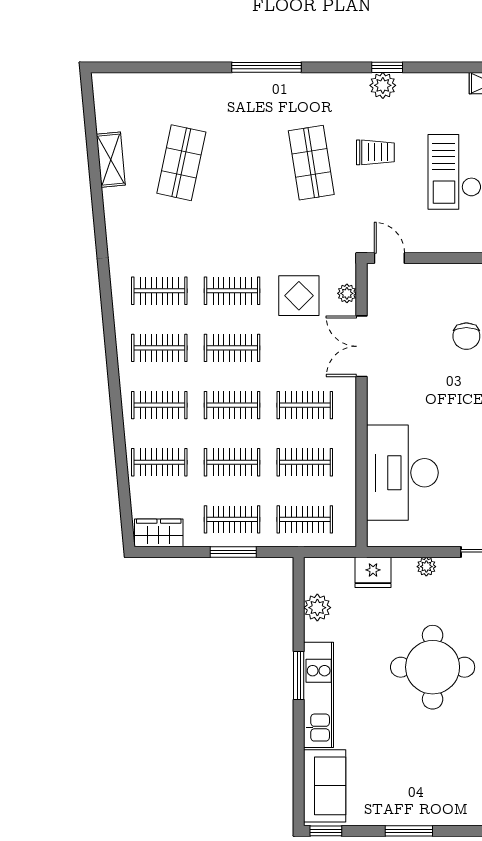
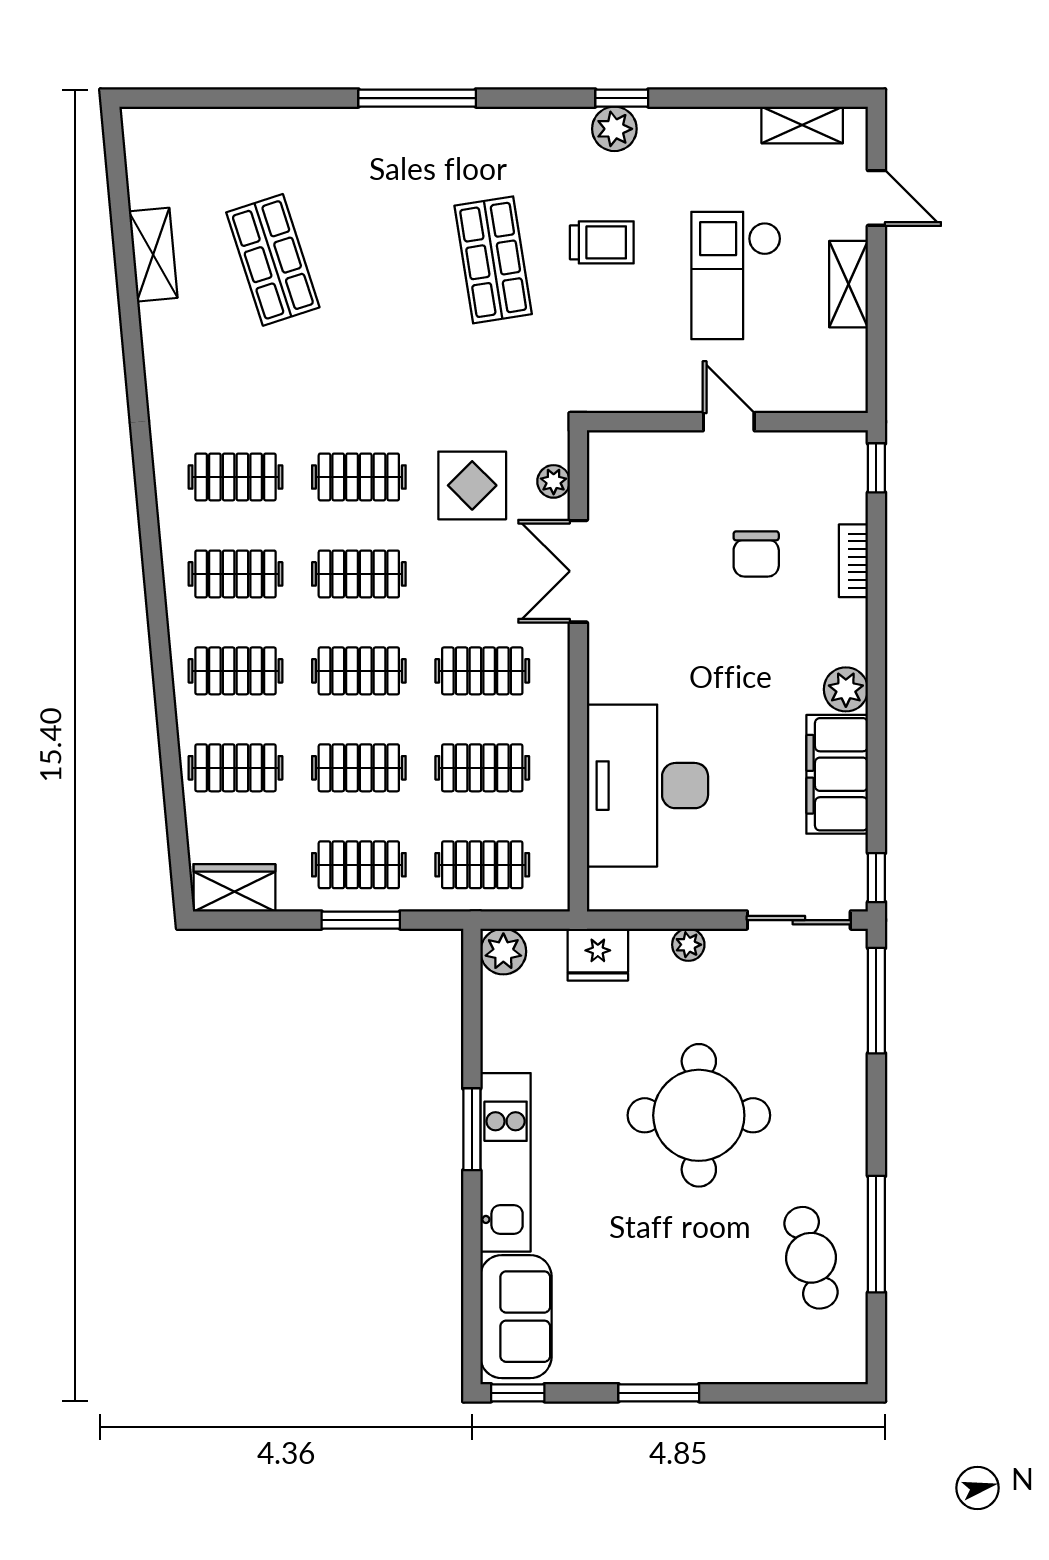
shop shelf: (181, 163) -> (273, 260), turned -30
door: (389, 258) -> (729, 422), moved
plant: (317, 608) -> (503, 951), moved

